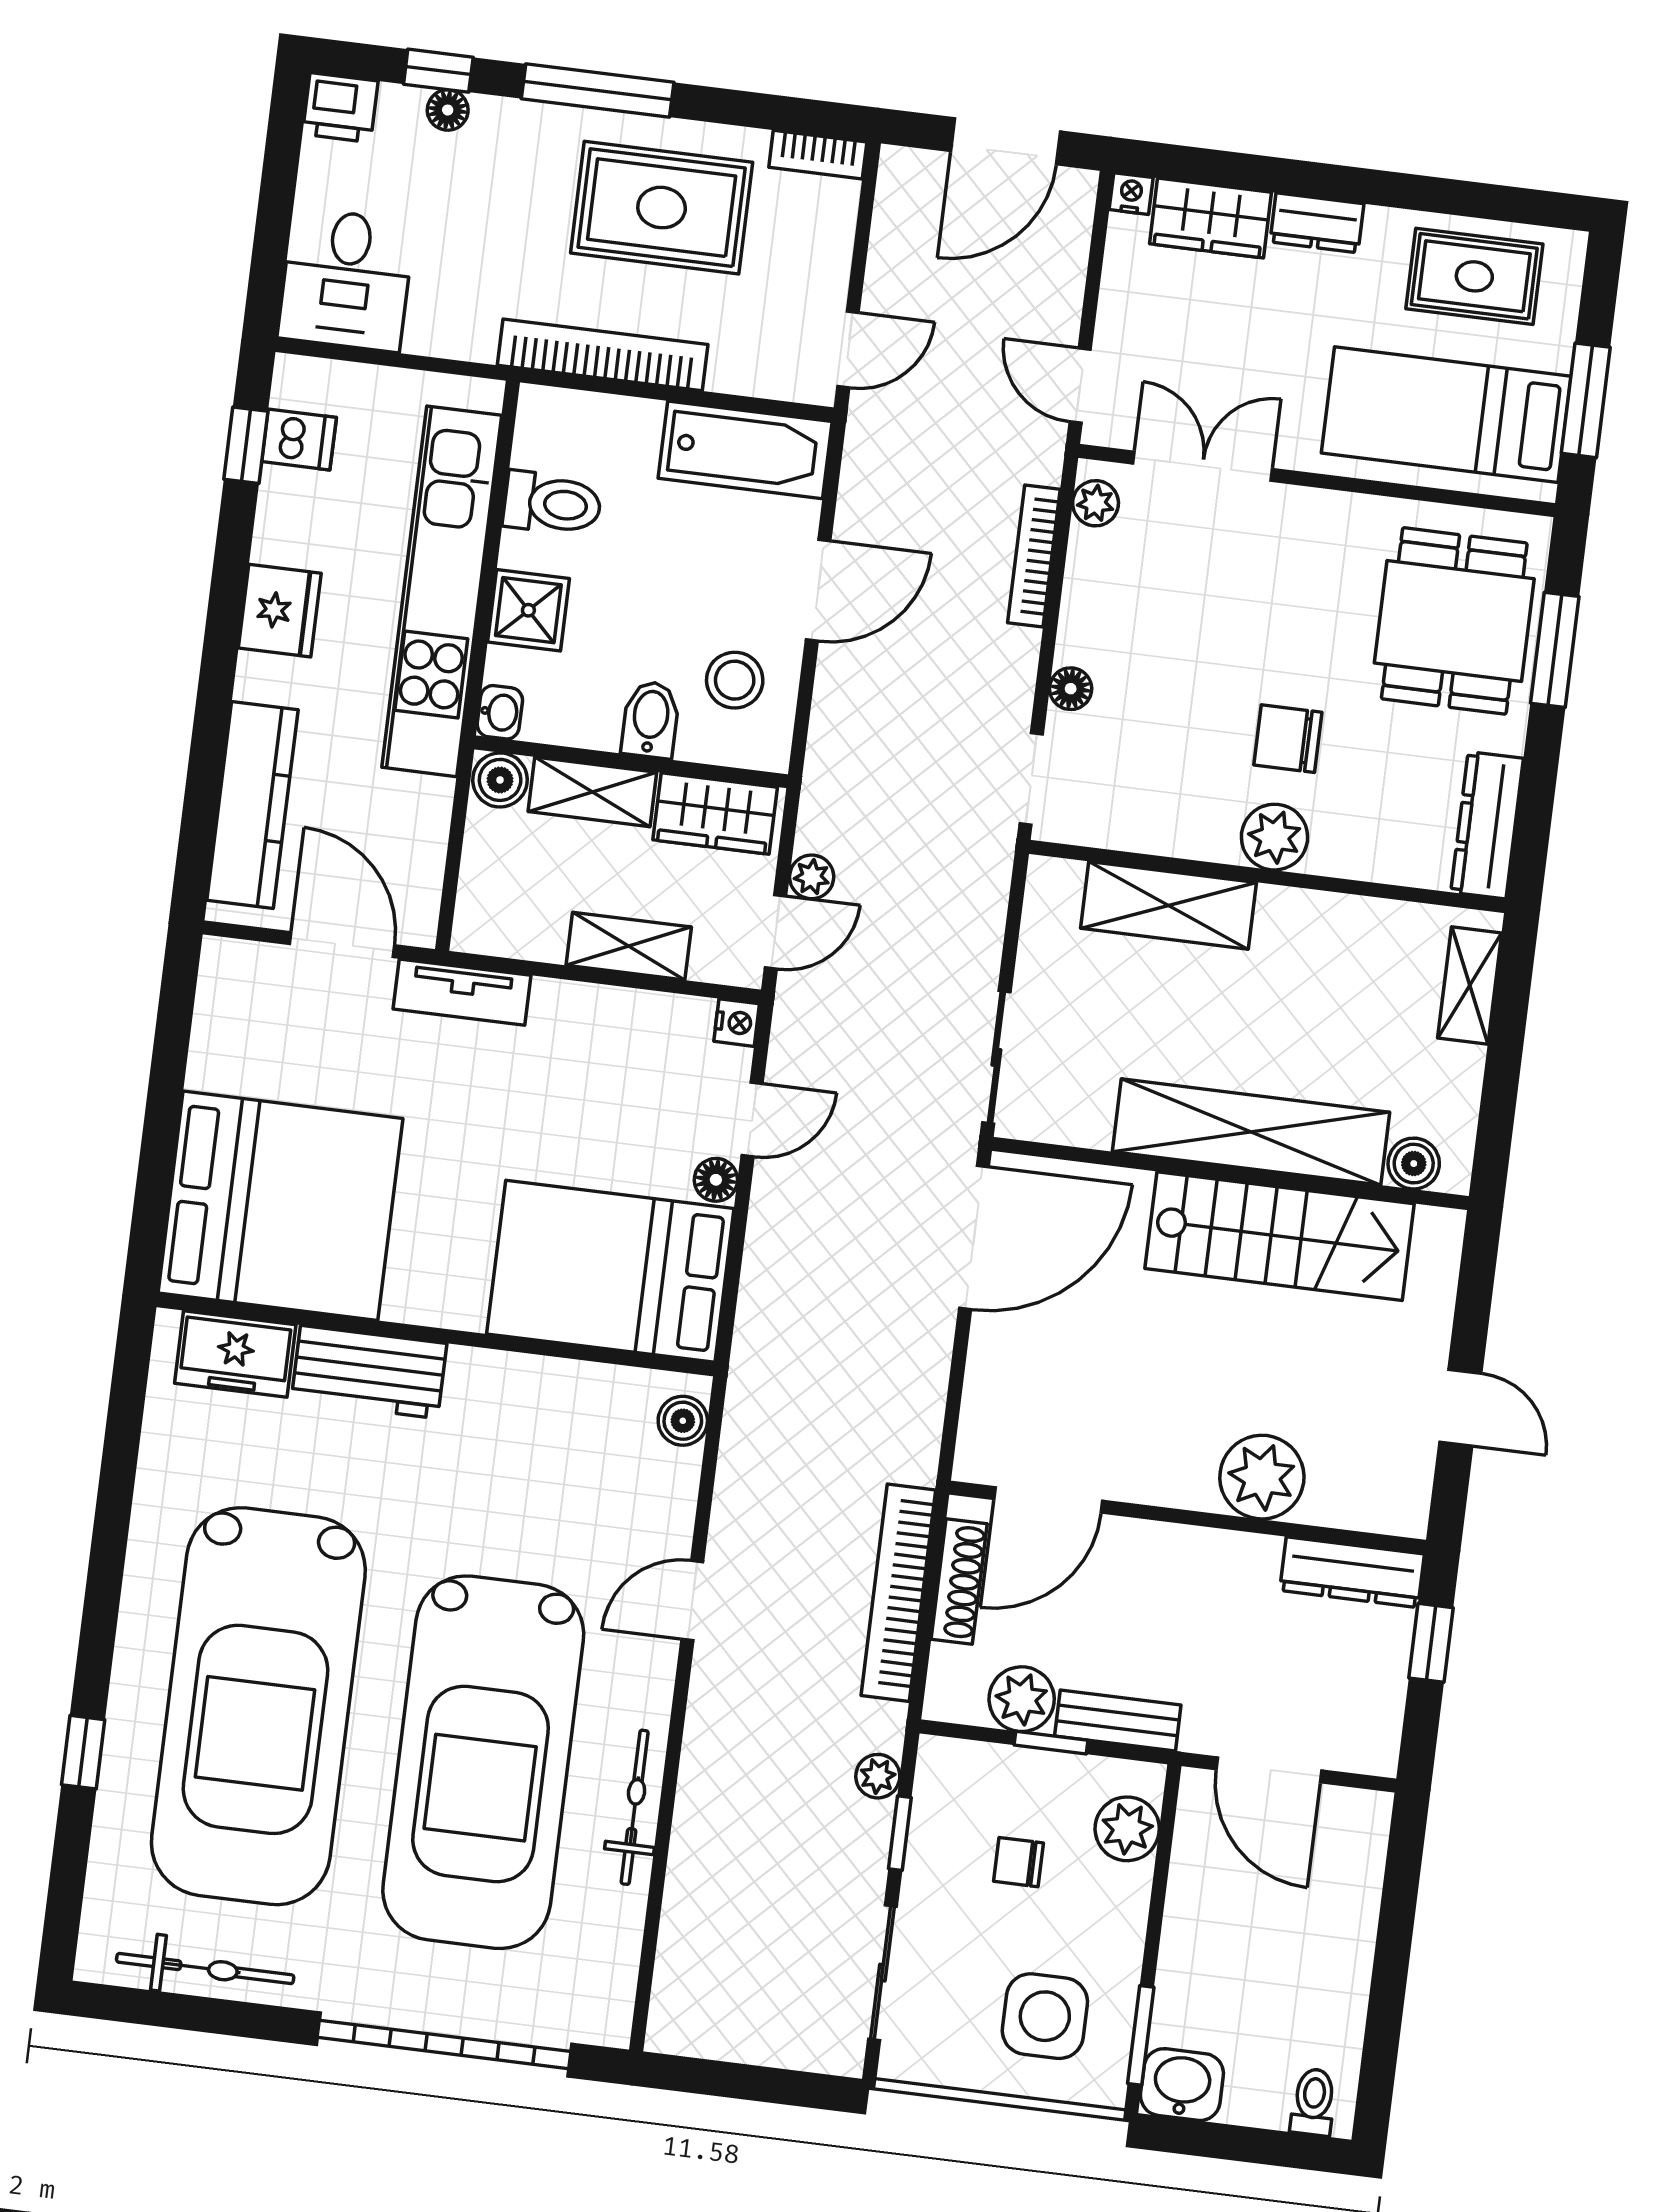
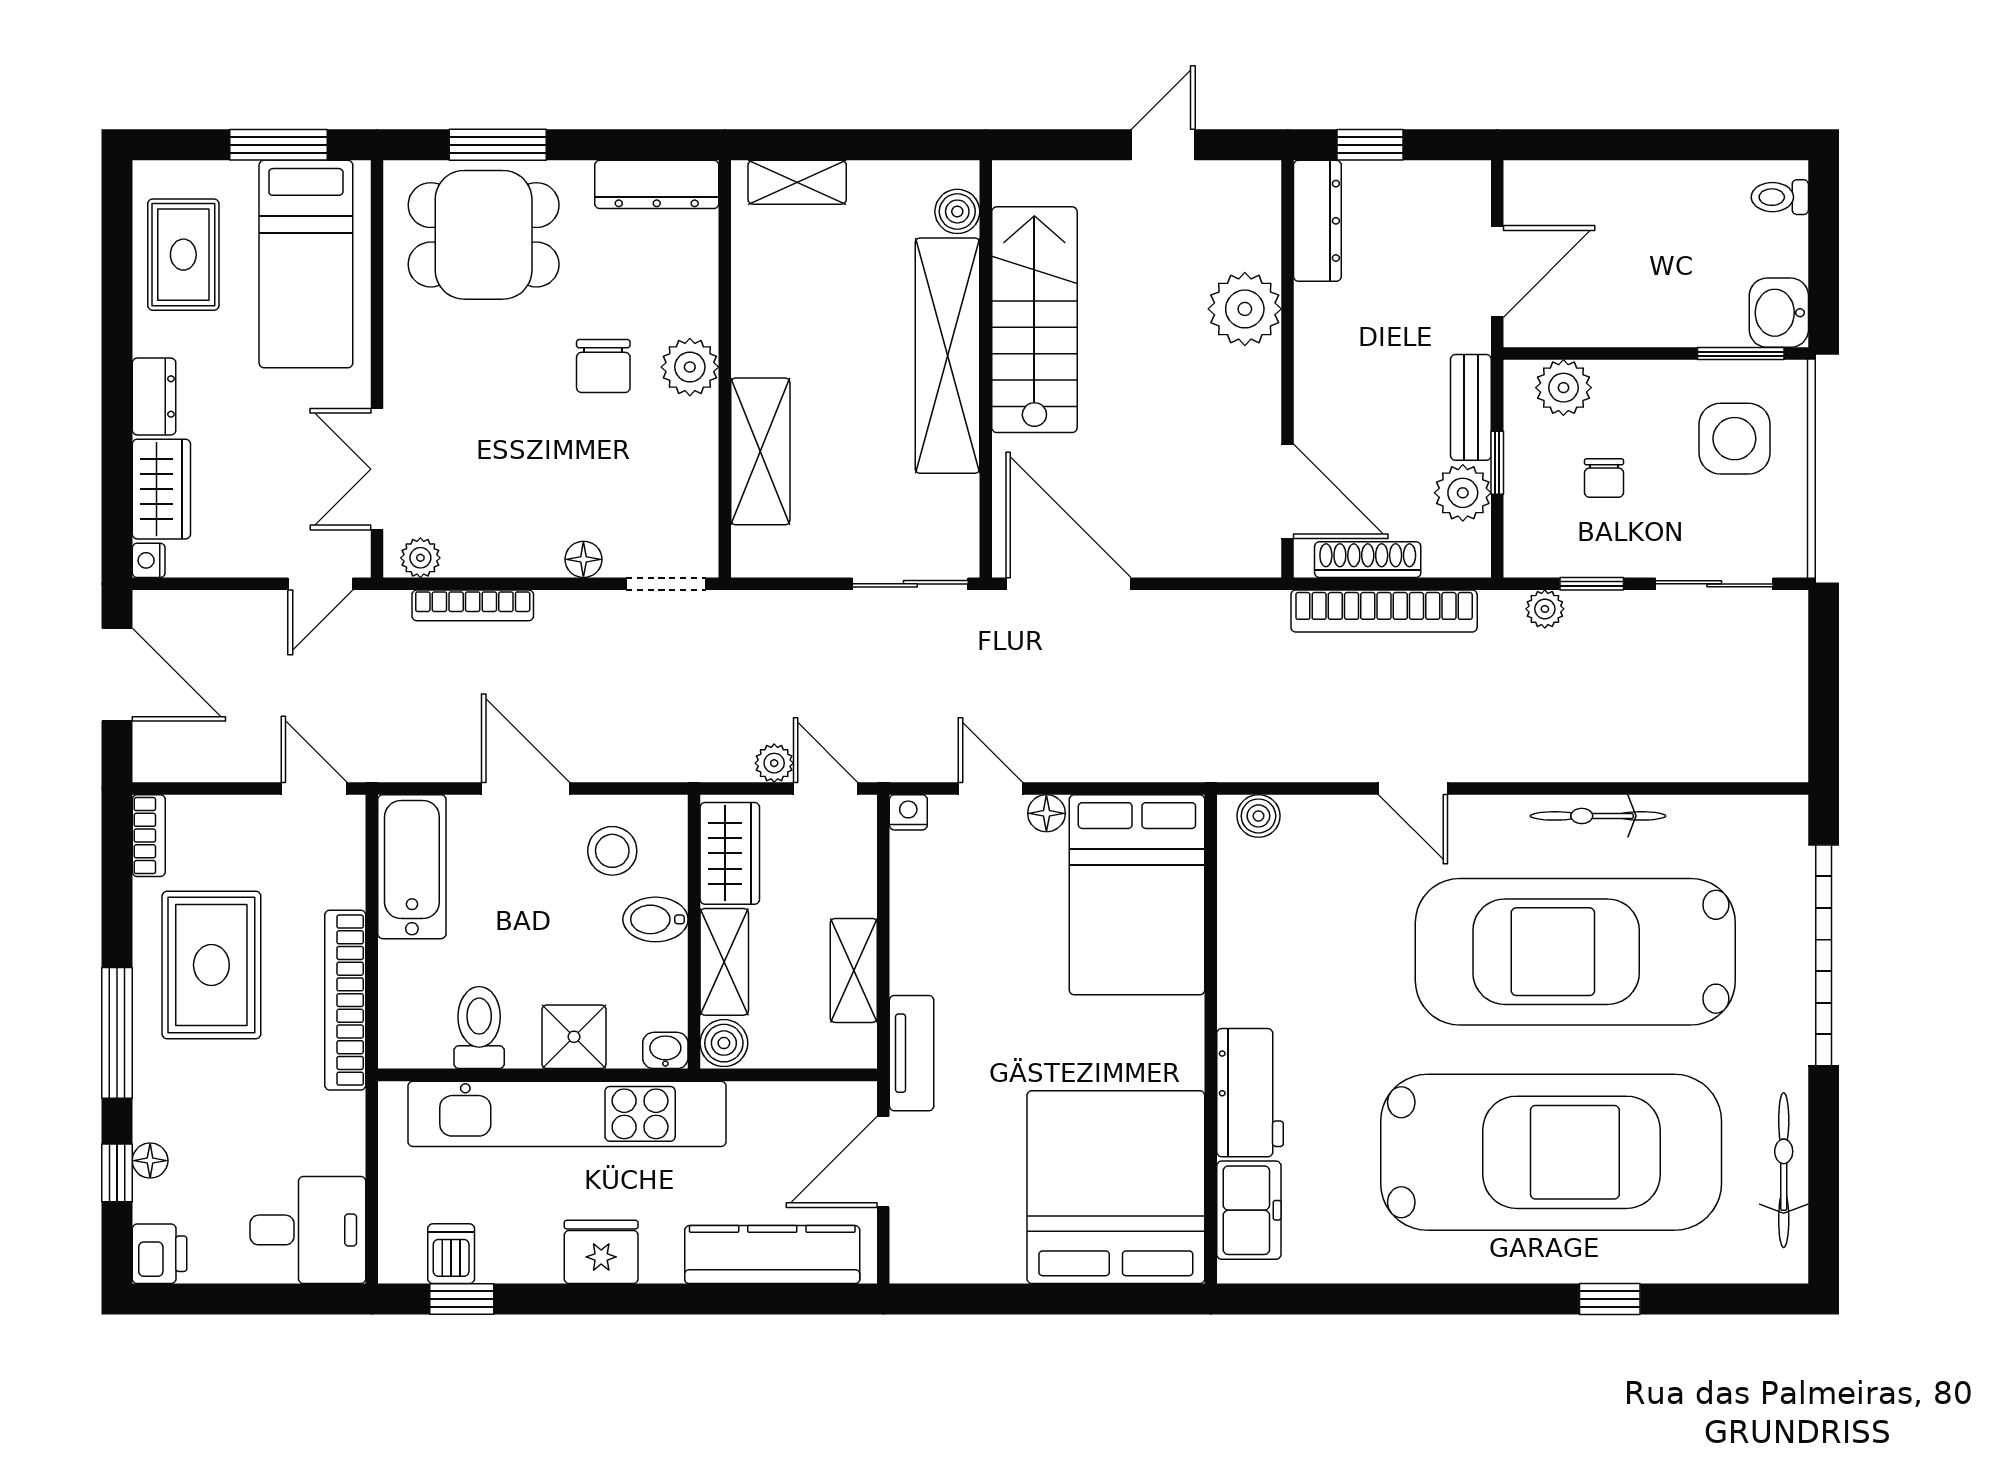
shelving: (629, 946) -> (854, 970), moved
car: (483, 1762) -> (1575, 952), turned 180

